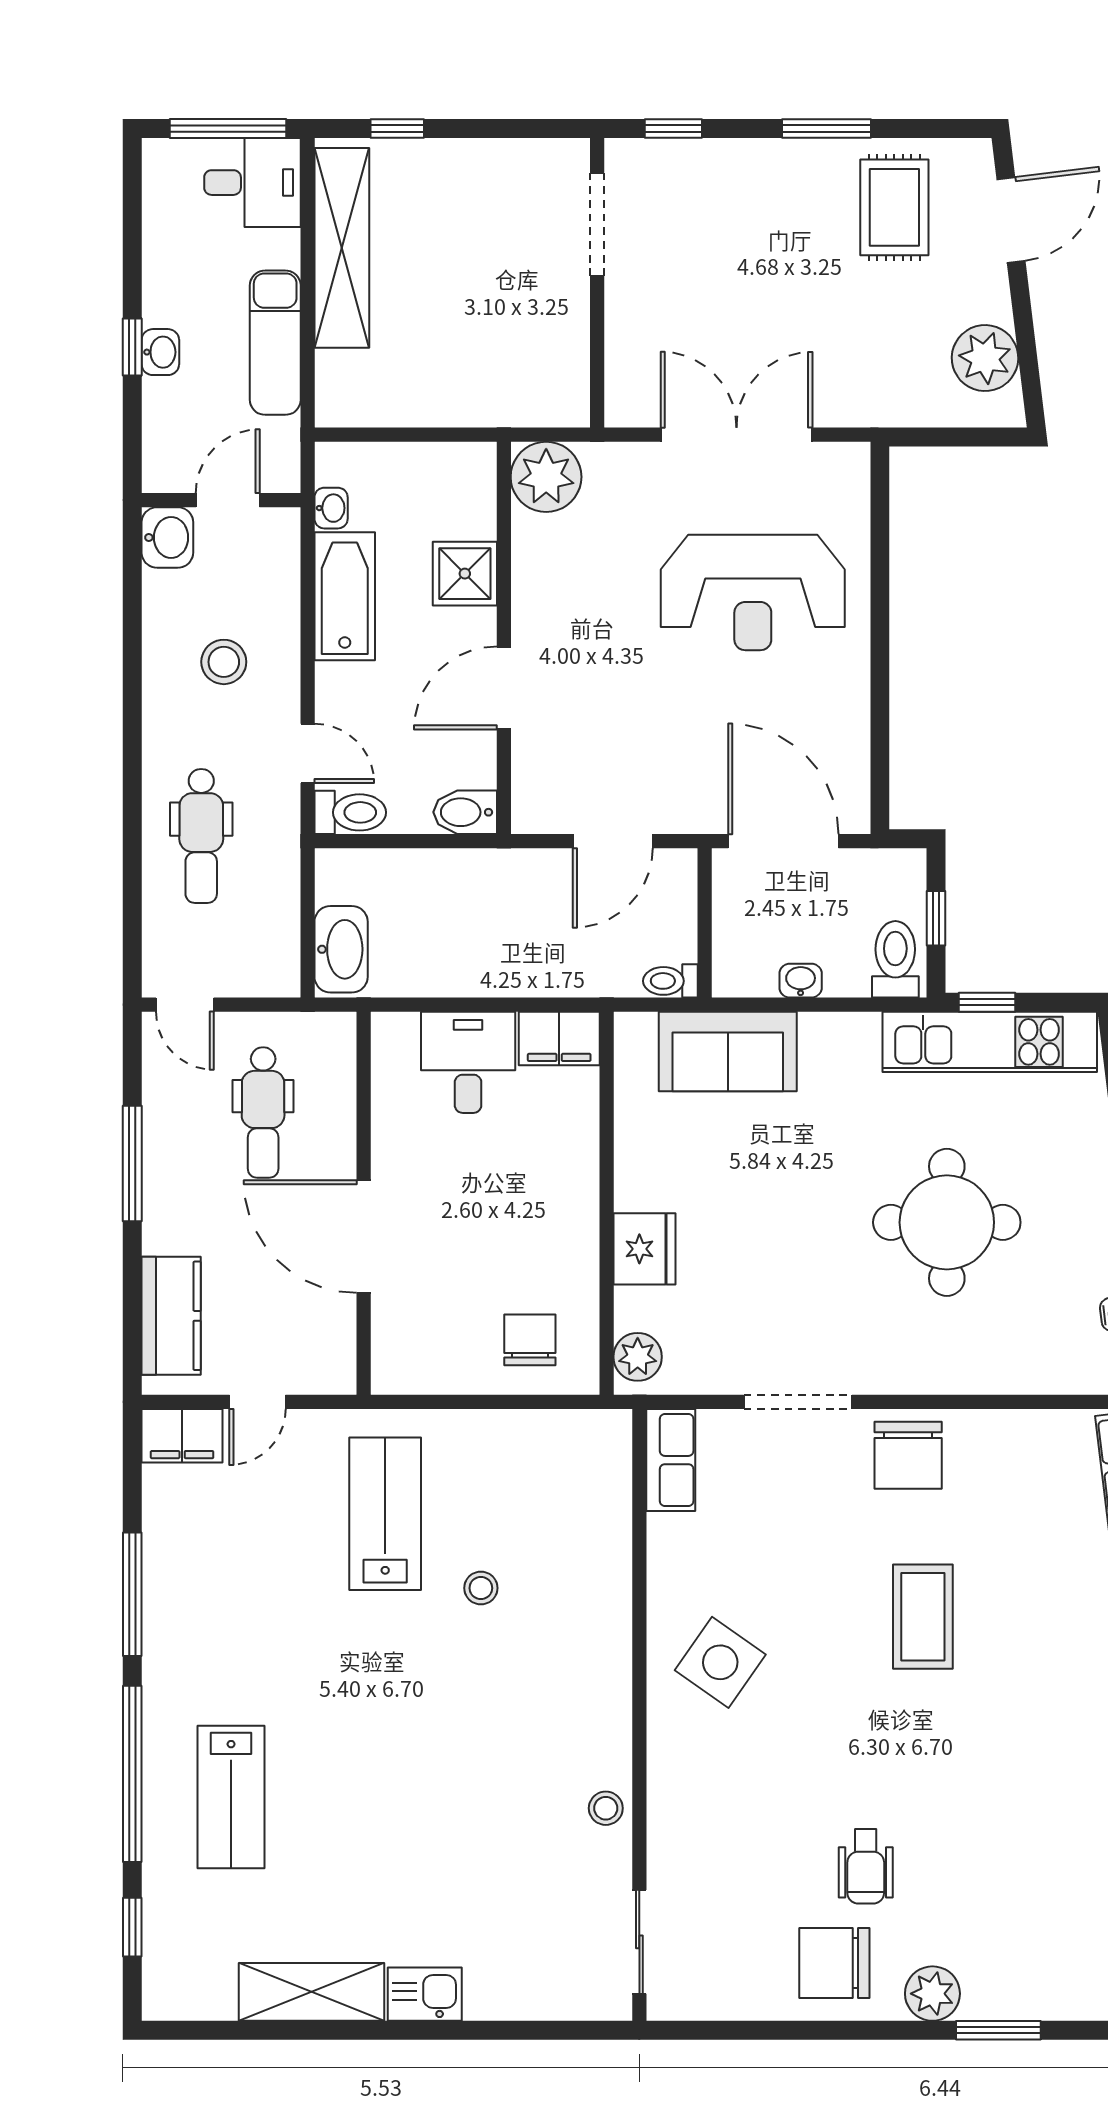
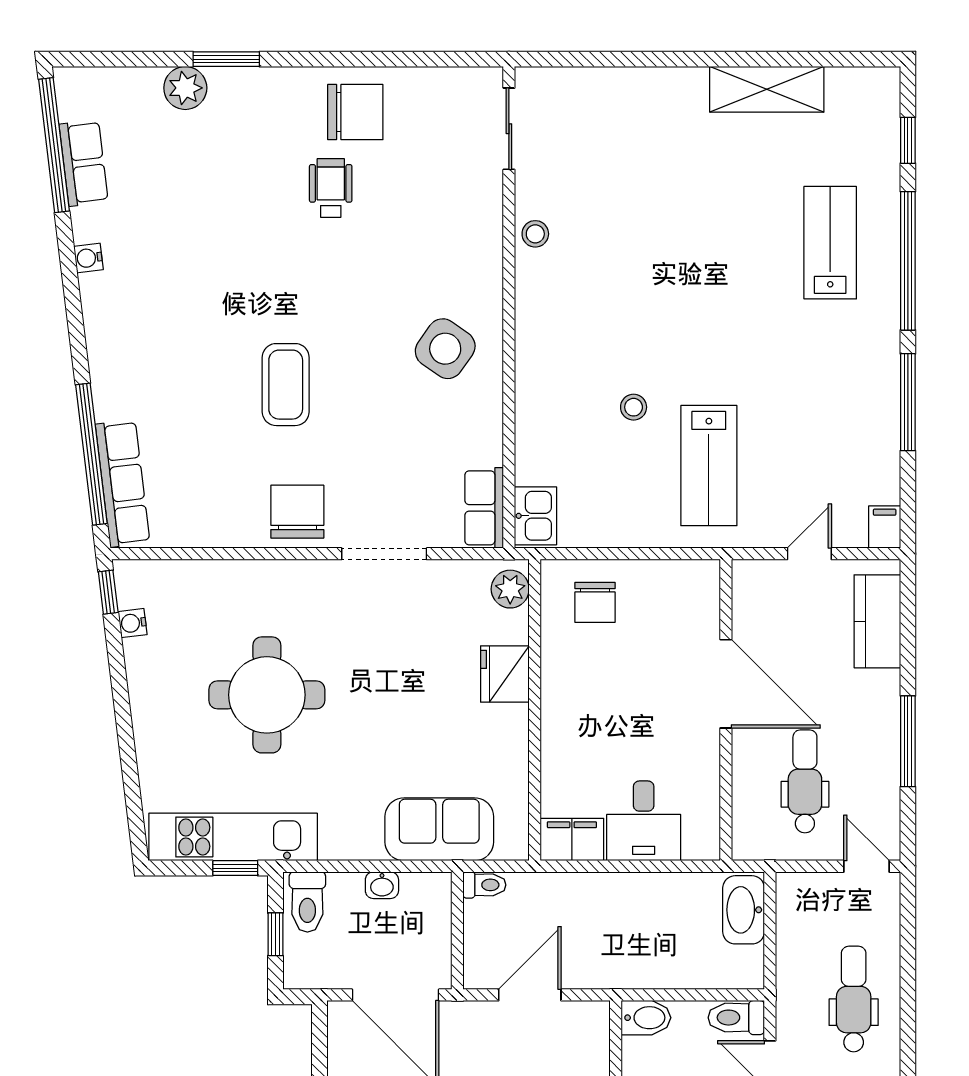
filing cabinet: (182, 1436) -> (885, 527), width x0.50
kitchen sink: (425, 1994) -> (535, 516), moved, turned -90
plant: (932, 1994) -> (185, 88), moved

